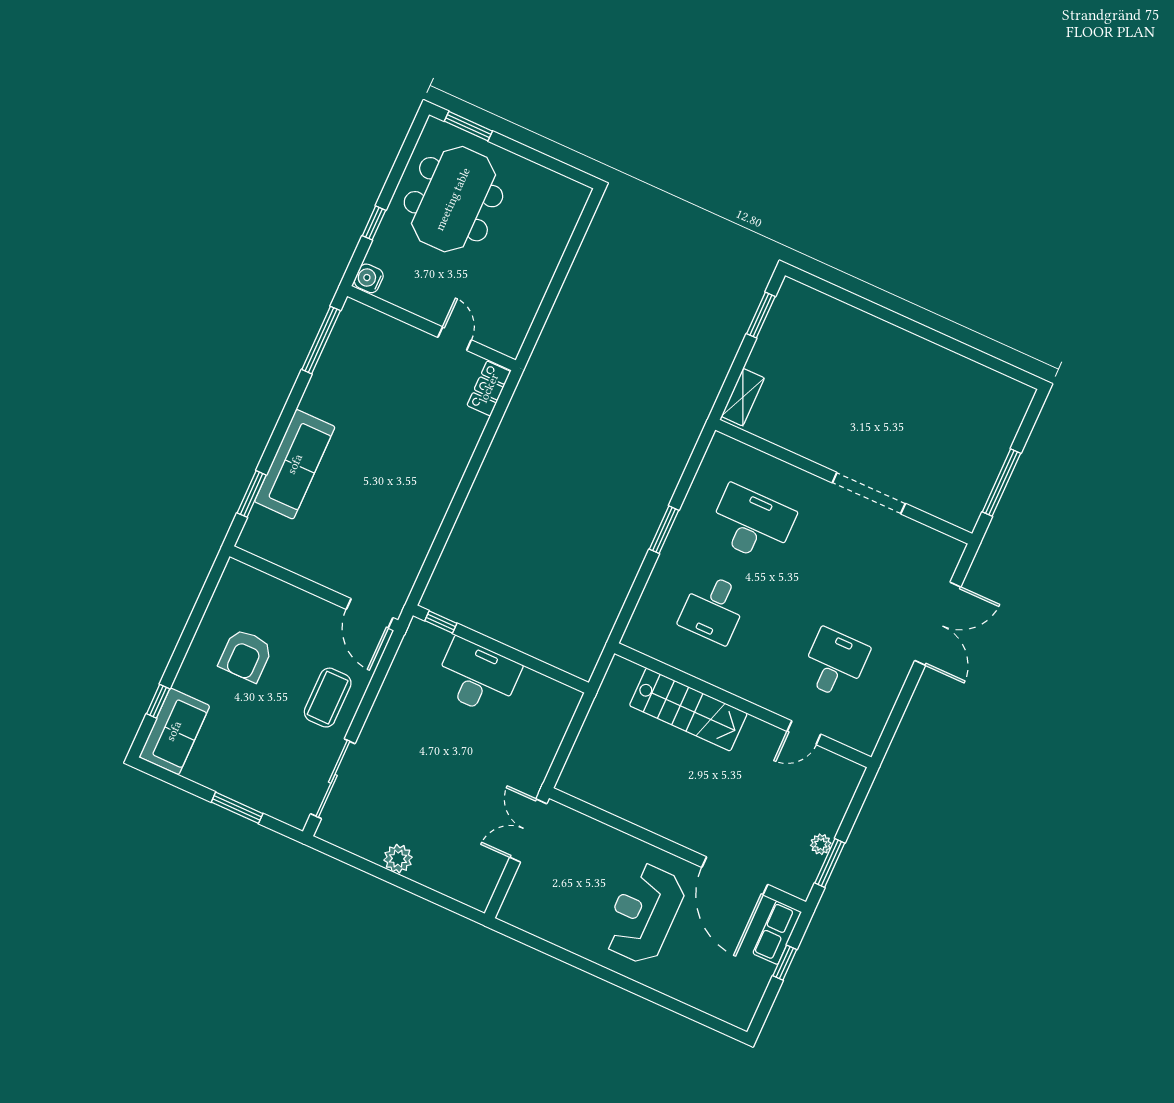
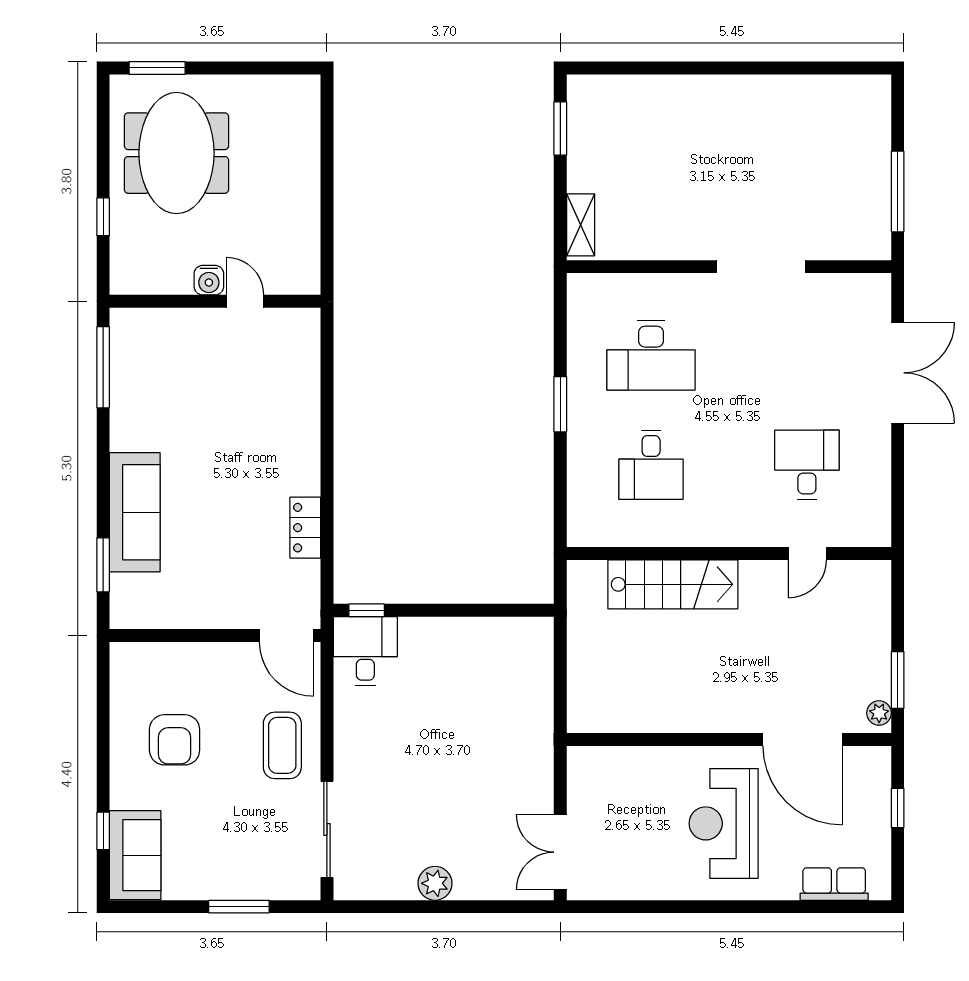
water cooler: (369, 278) -> (209, 280), moved, turned -90
locker: (489, 388) -> (305, 528), moved
desk: (752, 524) -> (651, 355), turned 180
desk: (477, 677) -> (365, 651), moved, width x0.73
double door: (528, 831) -> (560, 852), moved
plant: (821, 844) -> (879, 713), moved
row of seats: (777, 933) -> (834, 884), moved, turned 90

